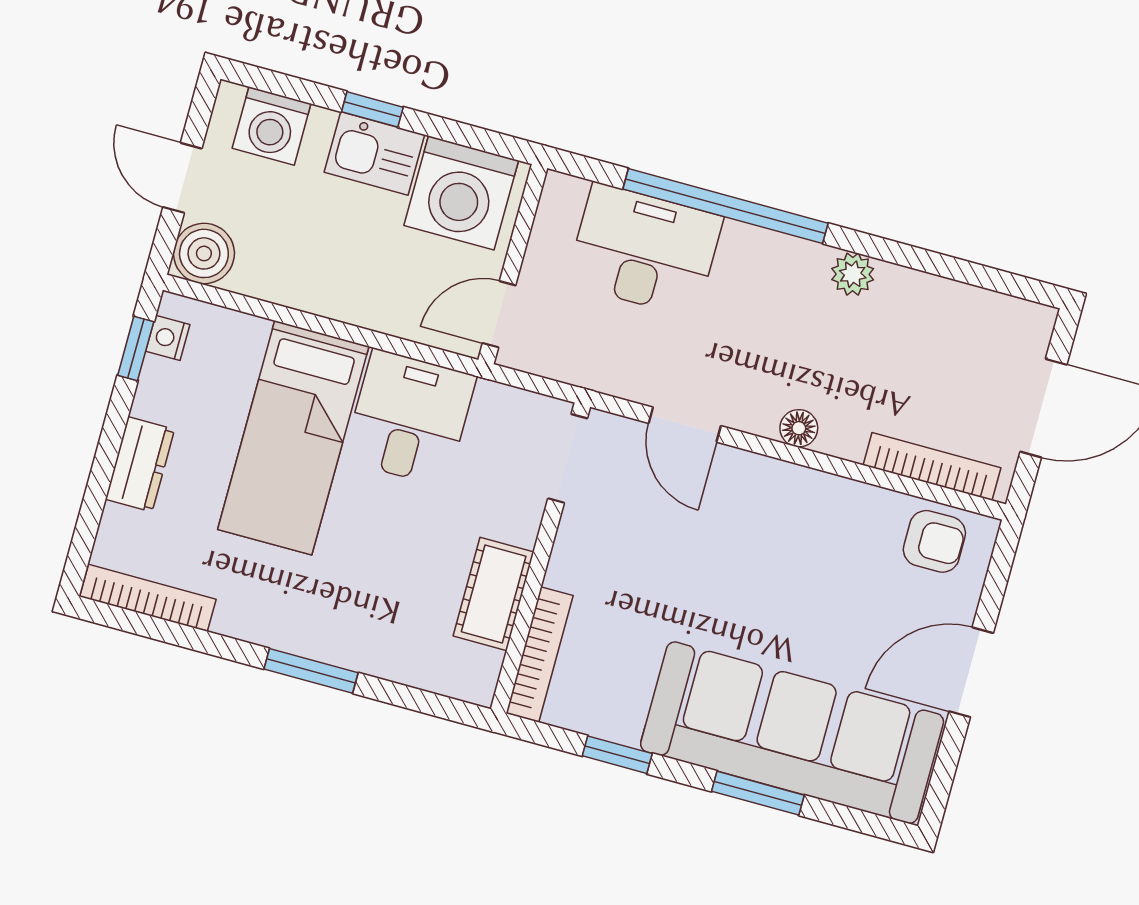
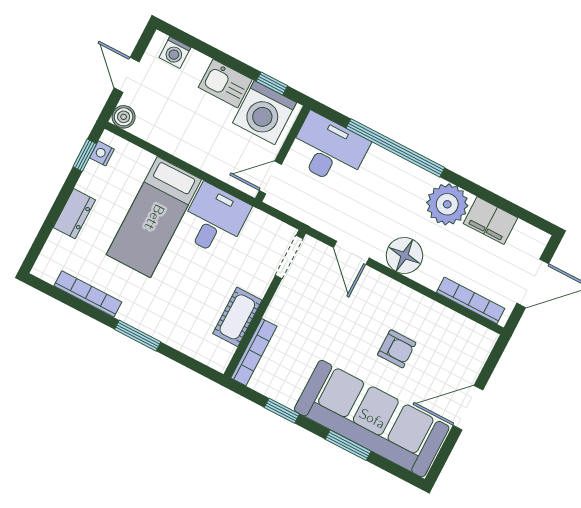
window: (372, 109) -> (272, 83), moved
washing machine: (272, 126) -> (175, 52), width x0.73, depth x0.73
desk: (645, 250) -> (328, 150), moved
boiler: (204, 253) -> (124, 117), width x0.73, depth x0.73
plant: (853, 274) -> (447, 204), width x1.88, depth x1.88
filing cabinet: (937, 306) -> (491, 221), added
floor lamp: (799, 428) -> (404, 255), width x1.89, depth x1.89
armchair: (934, 541) -> (397, 349), moved
bookcase: (148, 598) -> (88, 294), moved

